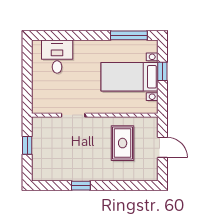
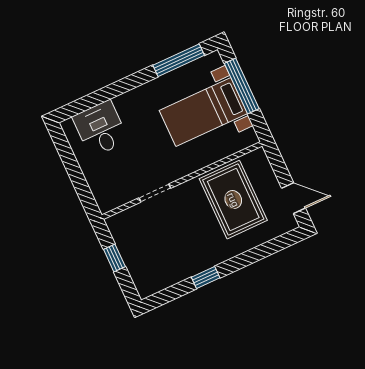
window: (162, 71) -> (242, 86), width x2.17
rug: (123, 143) -> (233, 200), width x1.36, depth x1.43
door: (162, 147) -> (293, 198), moved

